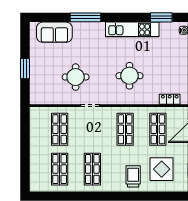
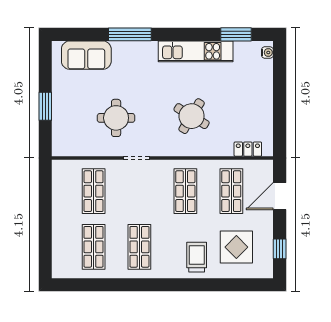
round table: (129, 76) -> (192, 116), turned 31

